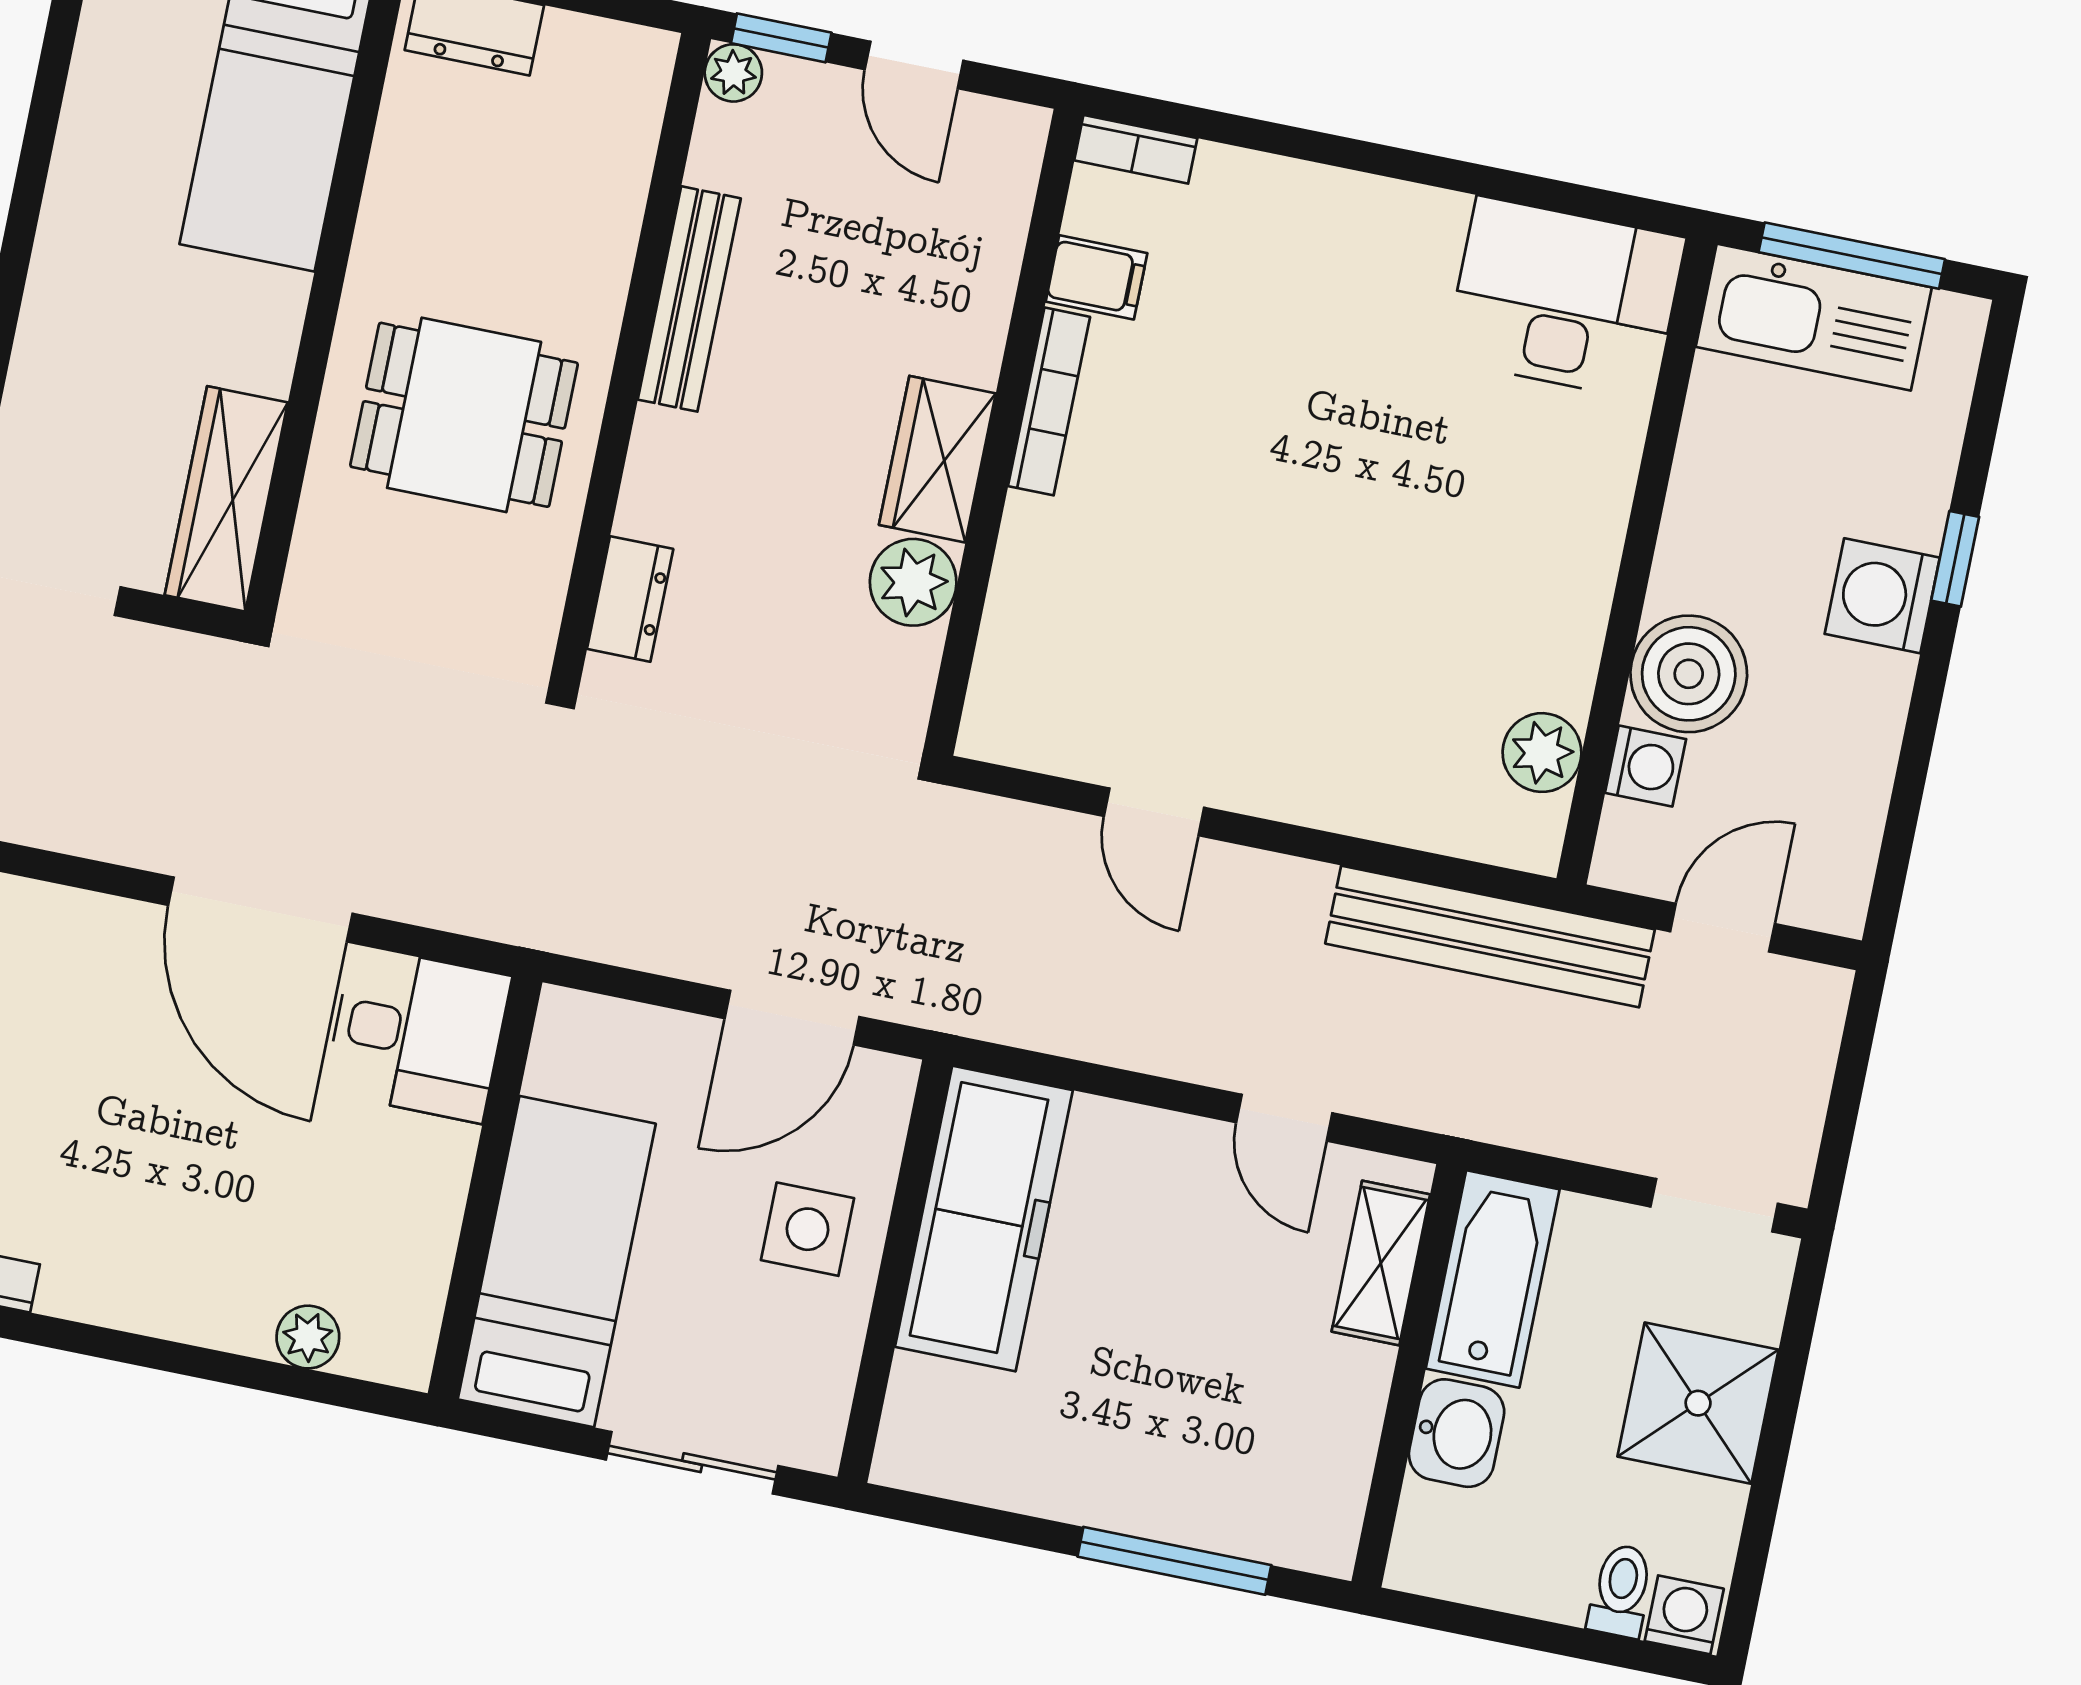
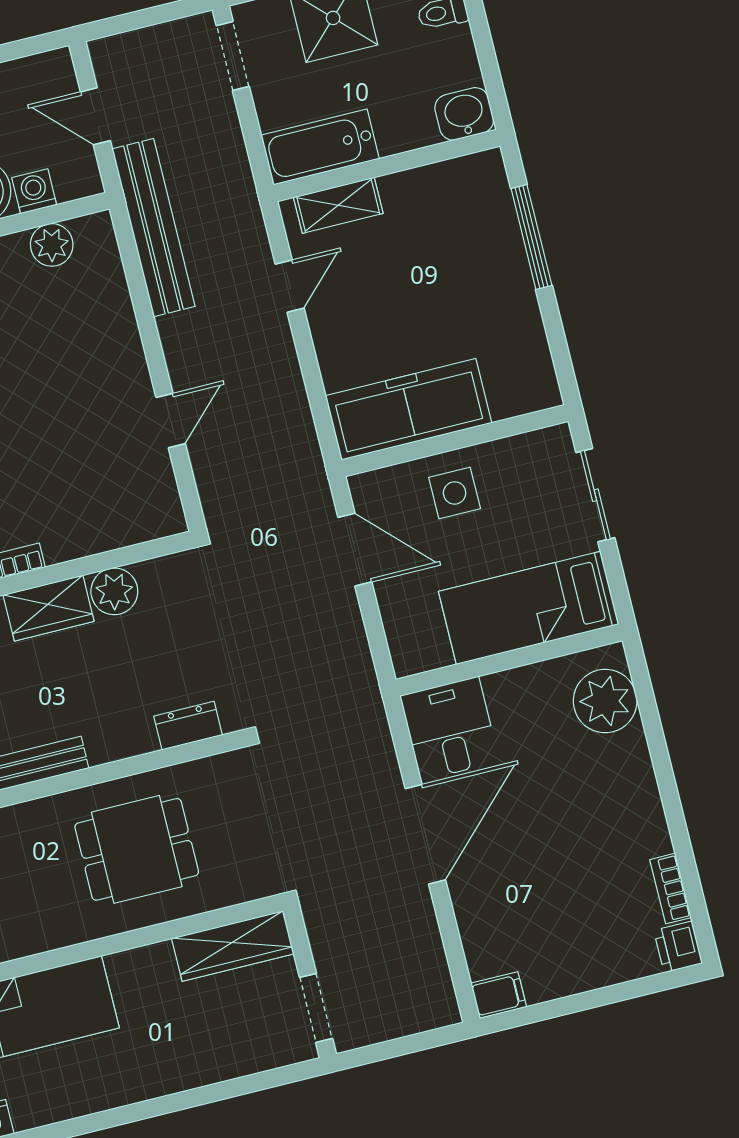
dining table: (464, 415) -> (137, 849), turned 90
plant: (308, 1337) -> (605, 701), width x1.88, depth x1.88
washbasin: (1457, 1433) -> (464, 114), moved

